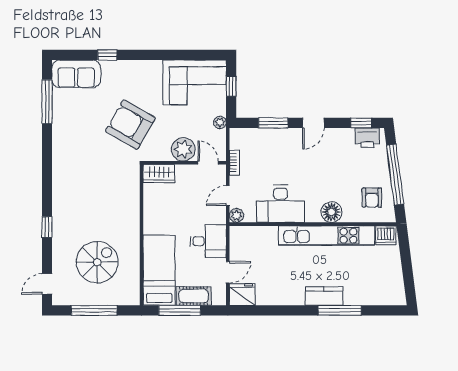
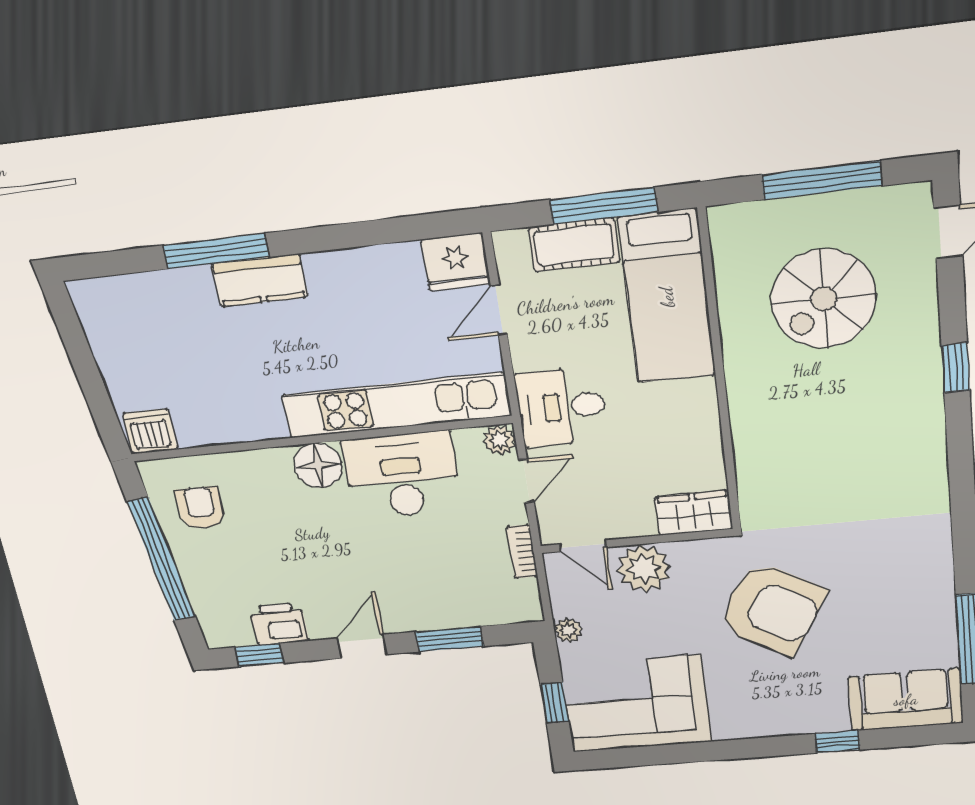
printer: (367, 138) -> (279, 624), moved
floor lamp: (332, 212) -> (318, 465), moved
kitchen unit: (326, 236) -> (396, 405), moved
desk: (208, 241) -> (561, 407), moved

